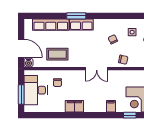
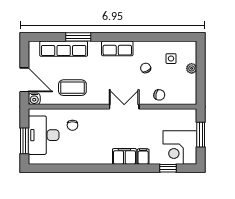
window: (76, 16) -> (78, 37), moved
row of seats: (81, 24) -> (117, 48), moved
double door: (97, 69) -> (124, 107), swing flipped
filing cabinet: (74, 106) -> (124, 156), moved

